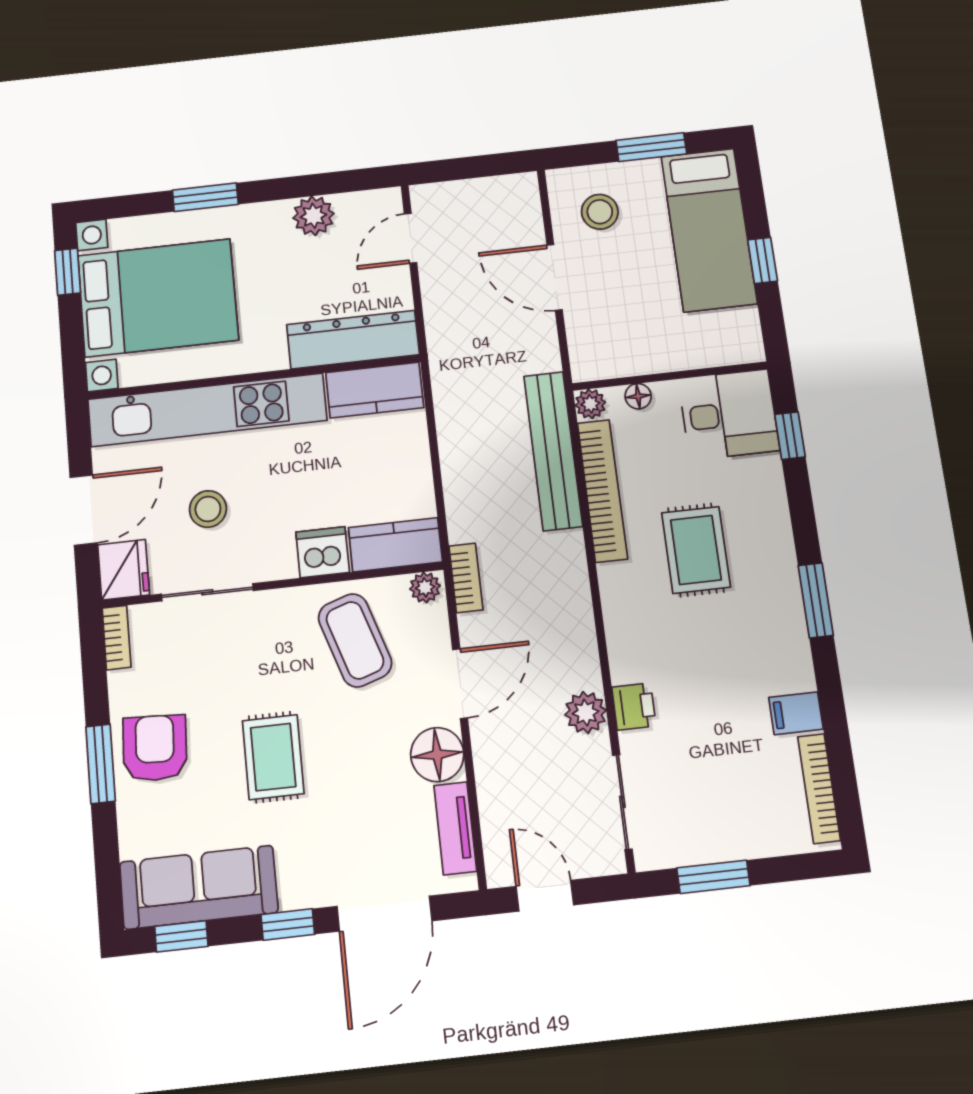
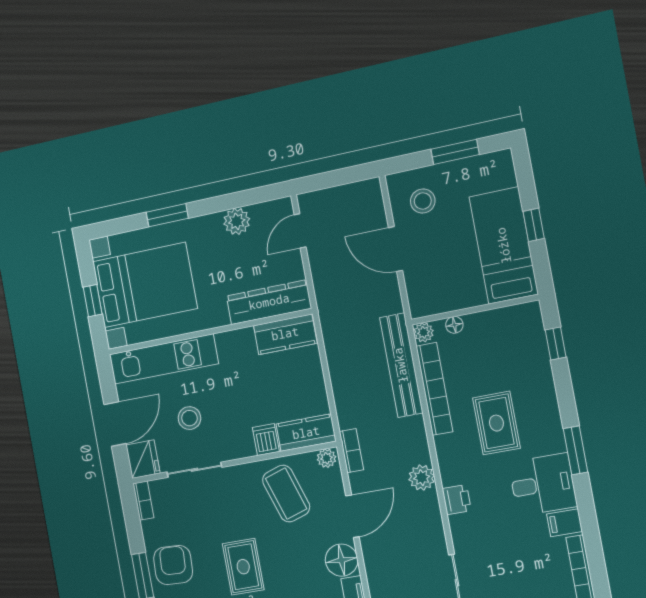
bed: (709, 230) -> (504, 245), moved, turned 180
window: (68, 272) -> (93, 301), moved
kitchen unit: (207, 410) -> (164, 359), width x0.73
desk: (729, 415) -> (543, 484), moved
dishwasher: (323, 552) -> (266, 440), width x0.73
printer: (634, 706) -> (457, 500), moved
plant: (586, 712) -> (422, 478), moved

